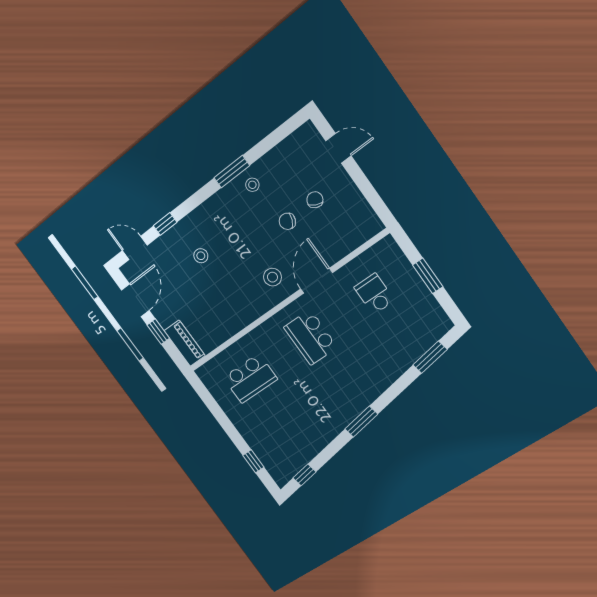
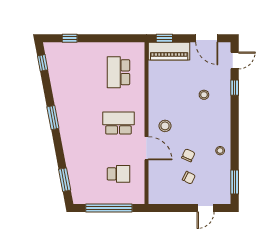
window: (232, 172) -> (235, 182), moved
window: (428, 276) -> (109, 208), width x2.11
window: (158, 332) -> (164, 38), moved
piano: (185, 343) -> (169, 51), width x1.37, depth x1.33

